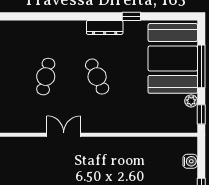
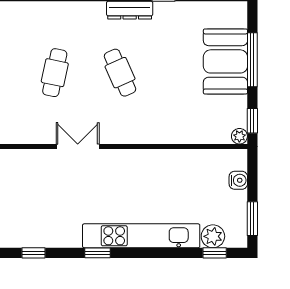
booth: (173, 58) -> (225, 61), width x0.73, depth x0.70
plant: (191, 101) -> (239, 136), moved

